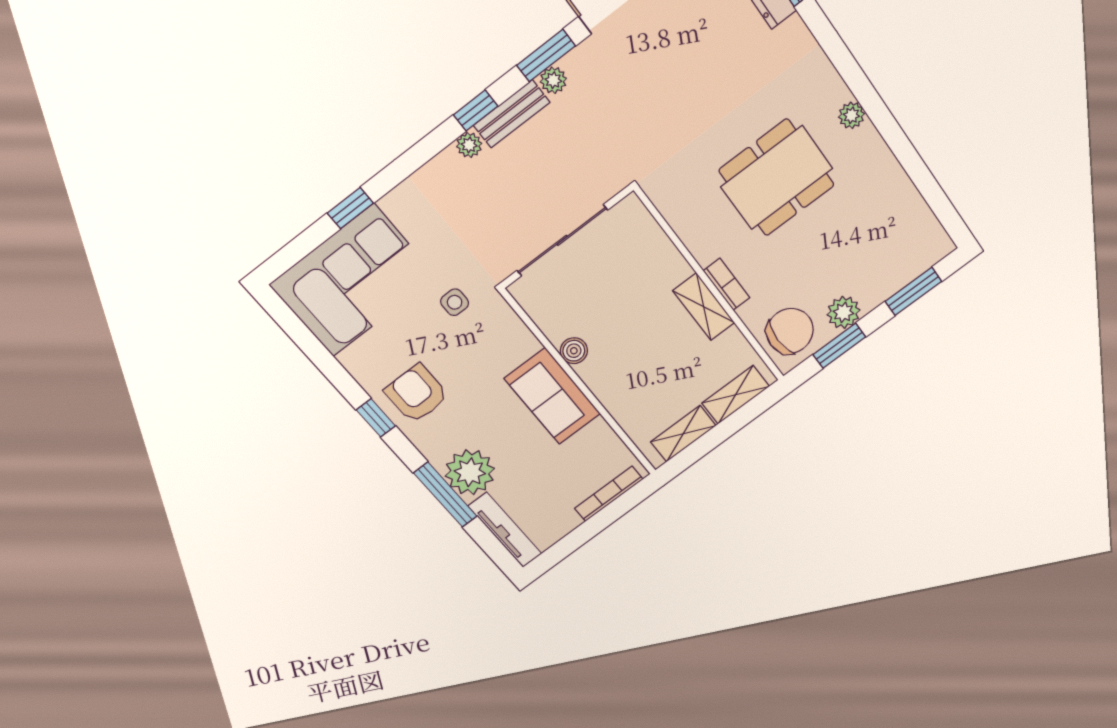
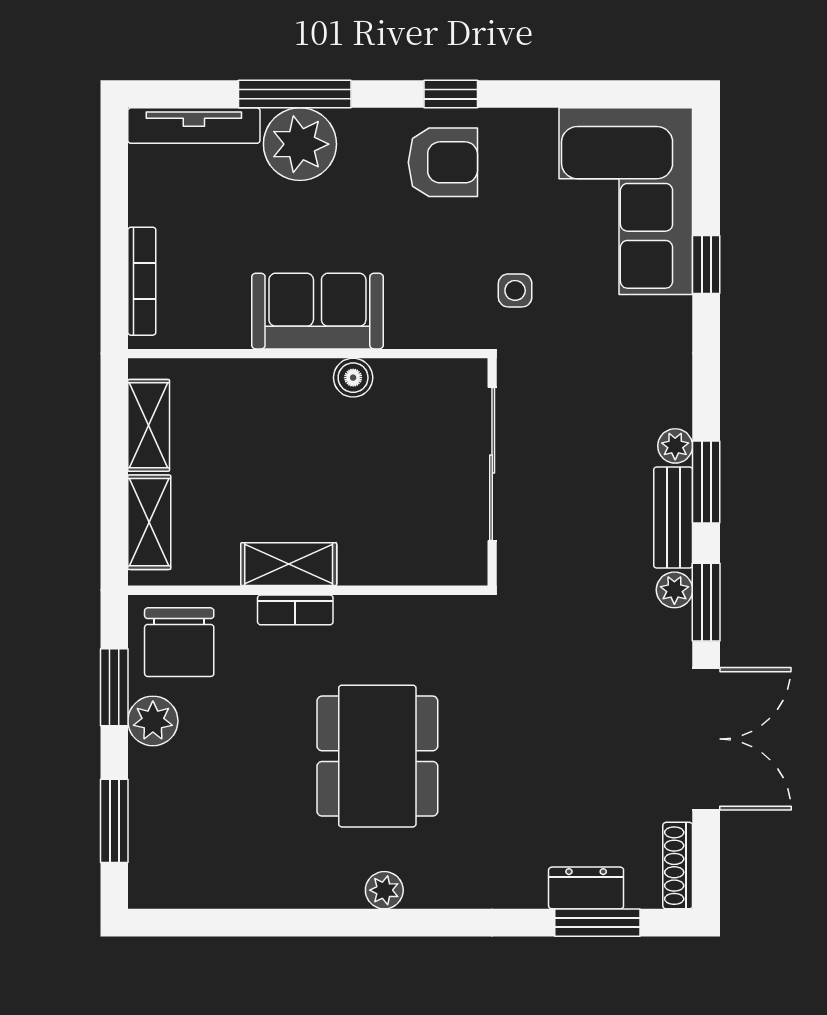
window: (476, 111) -> (706, 482), width x1.50

